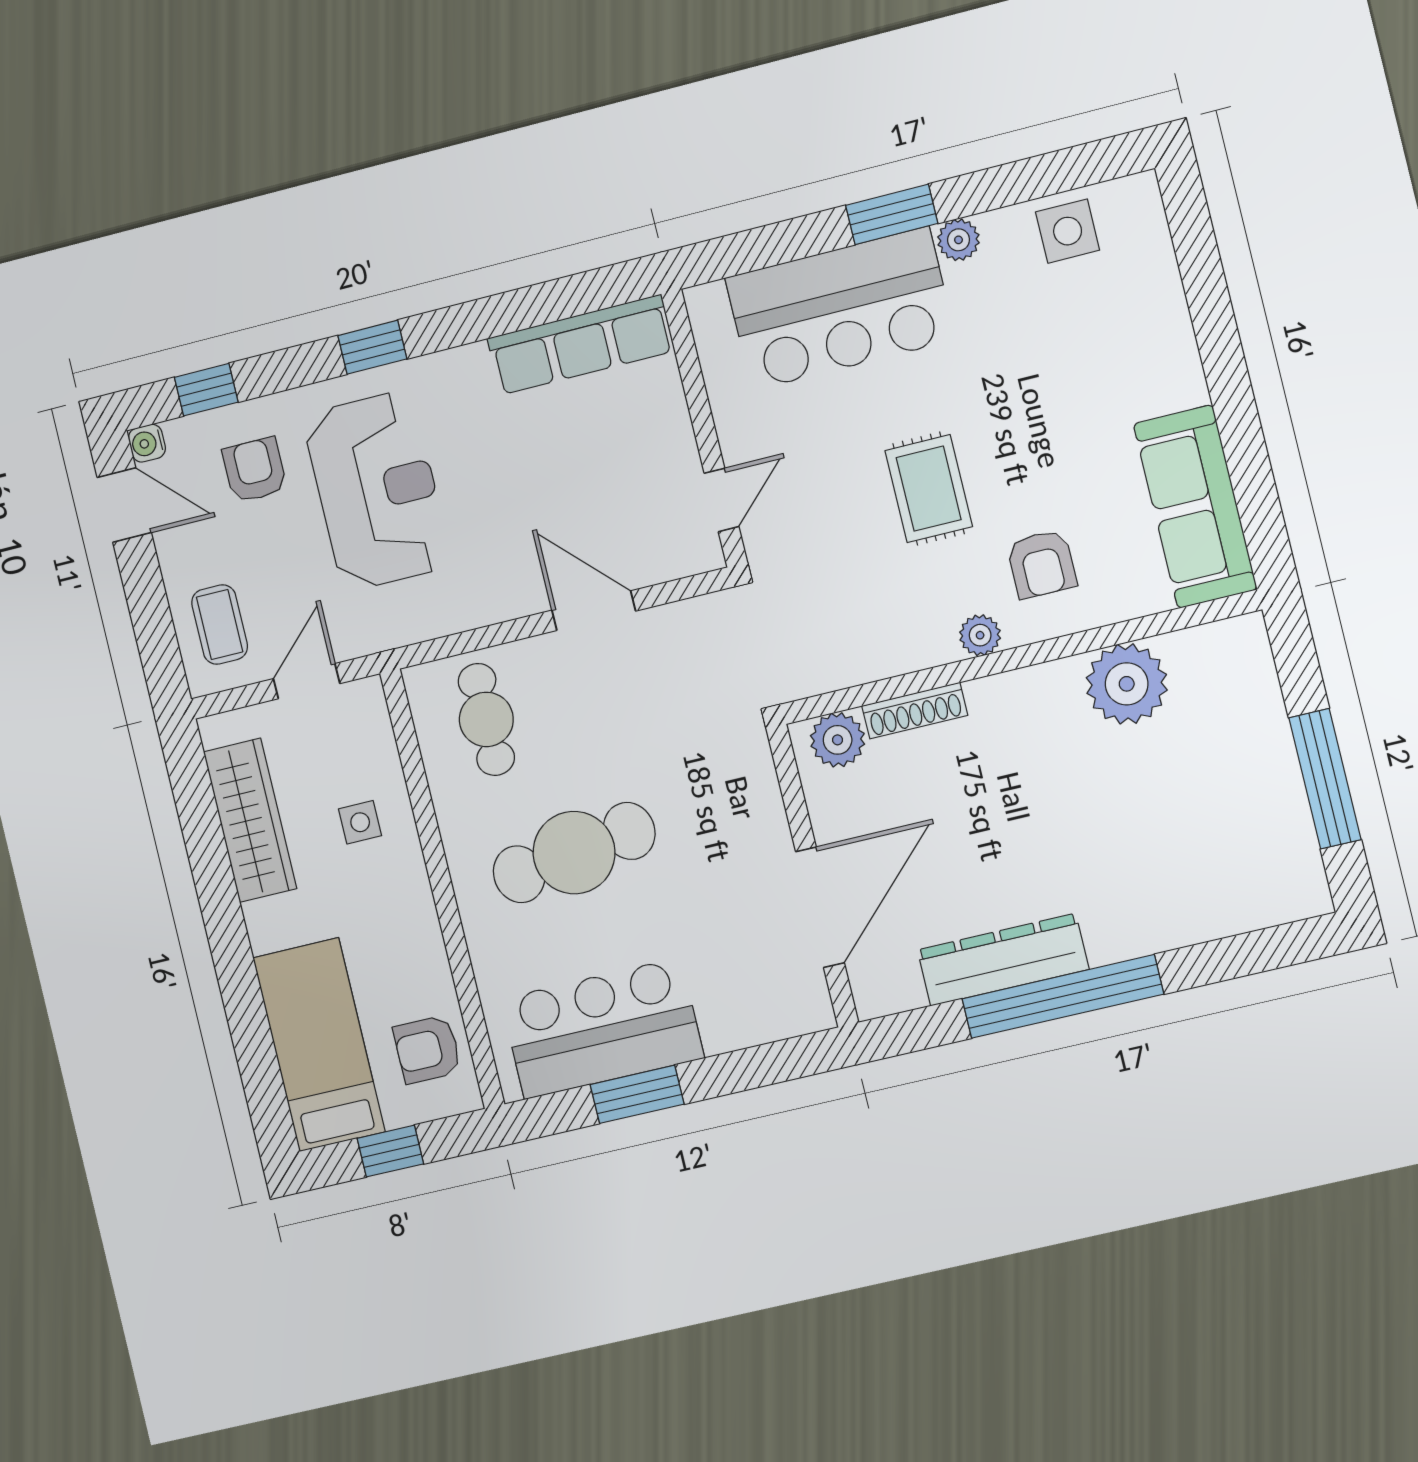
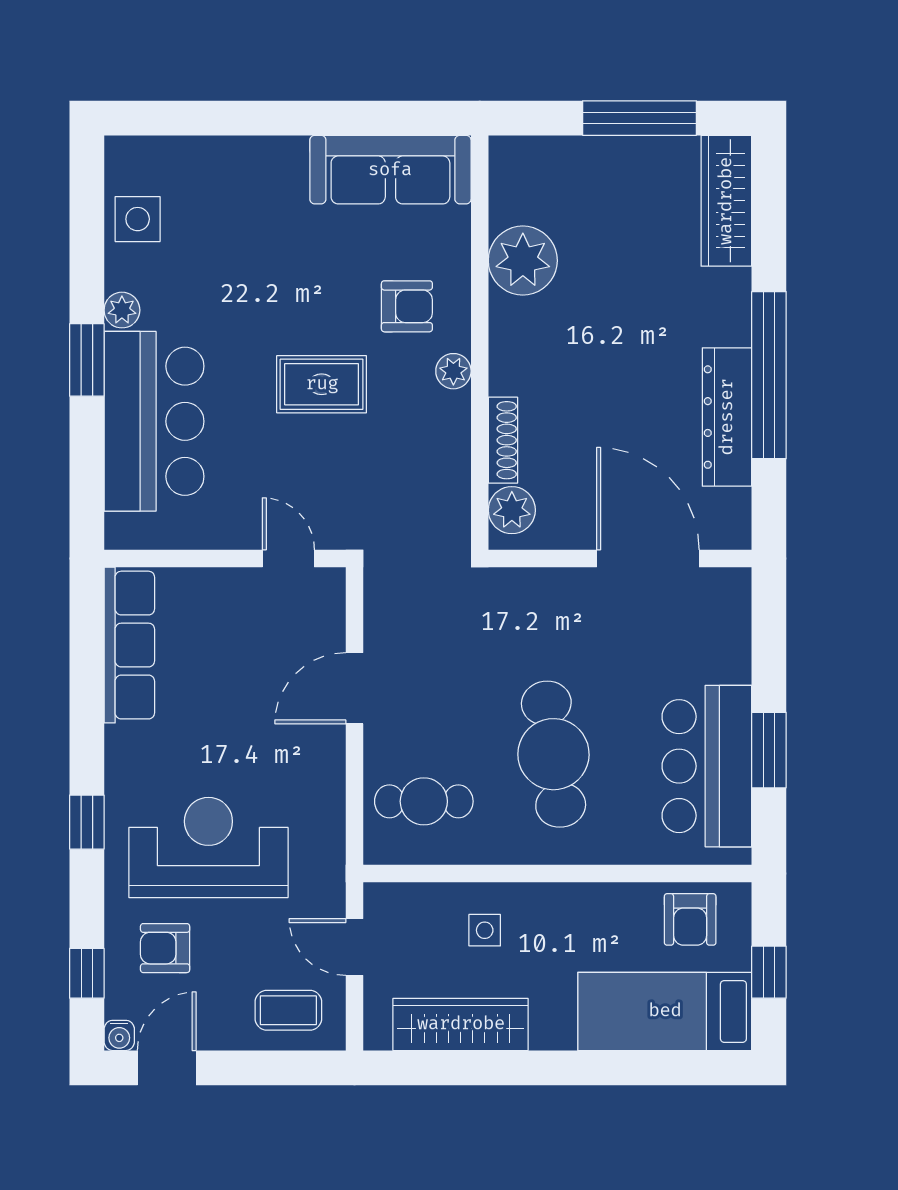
wardrobe: (1253, 901) -> (726, 201), added

